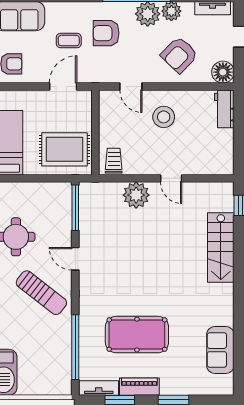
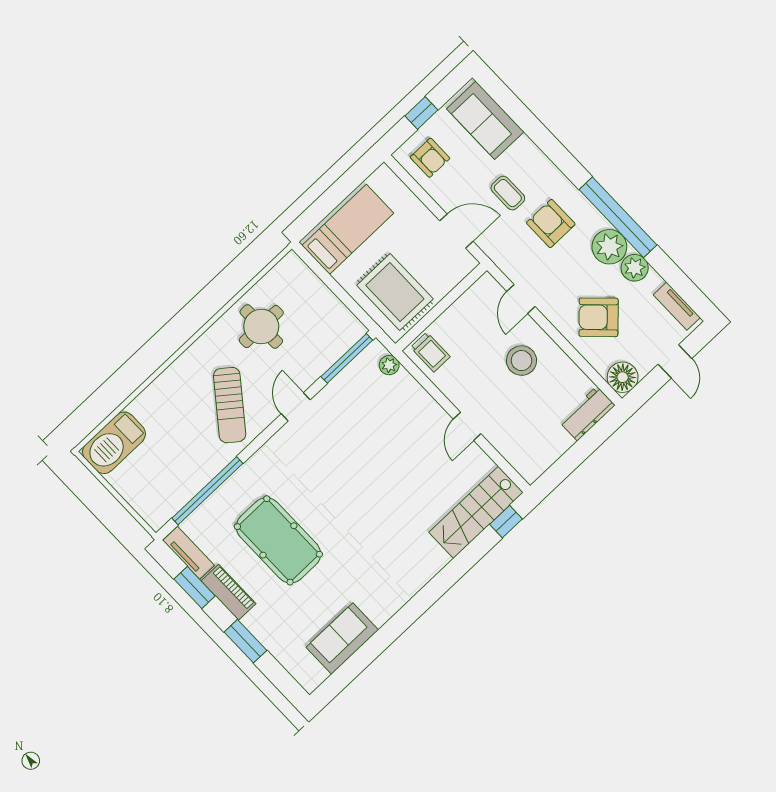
trolley: (114, 161) -> (430, 352), turned 90
plant: (136, 195) -> (389, 365), moved, width x0.53, depth x0.53
stairs: (221, 248) -> (476, 512), moved

